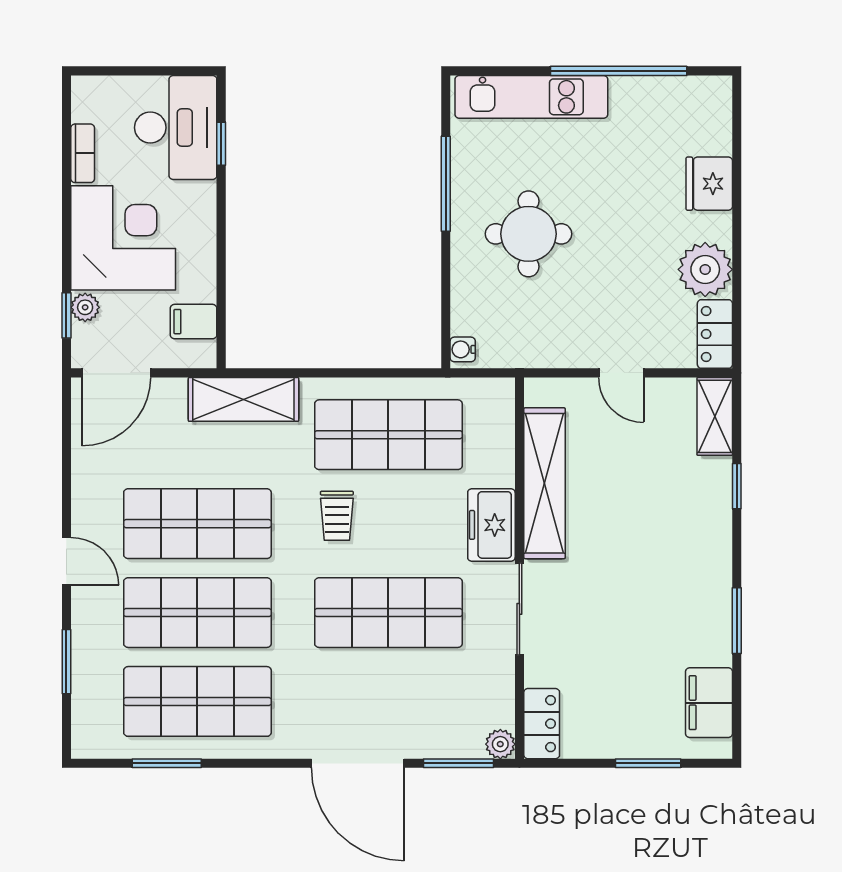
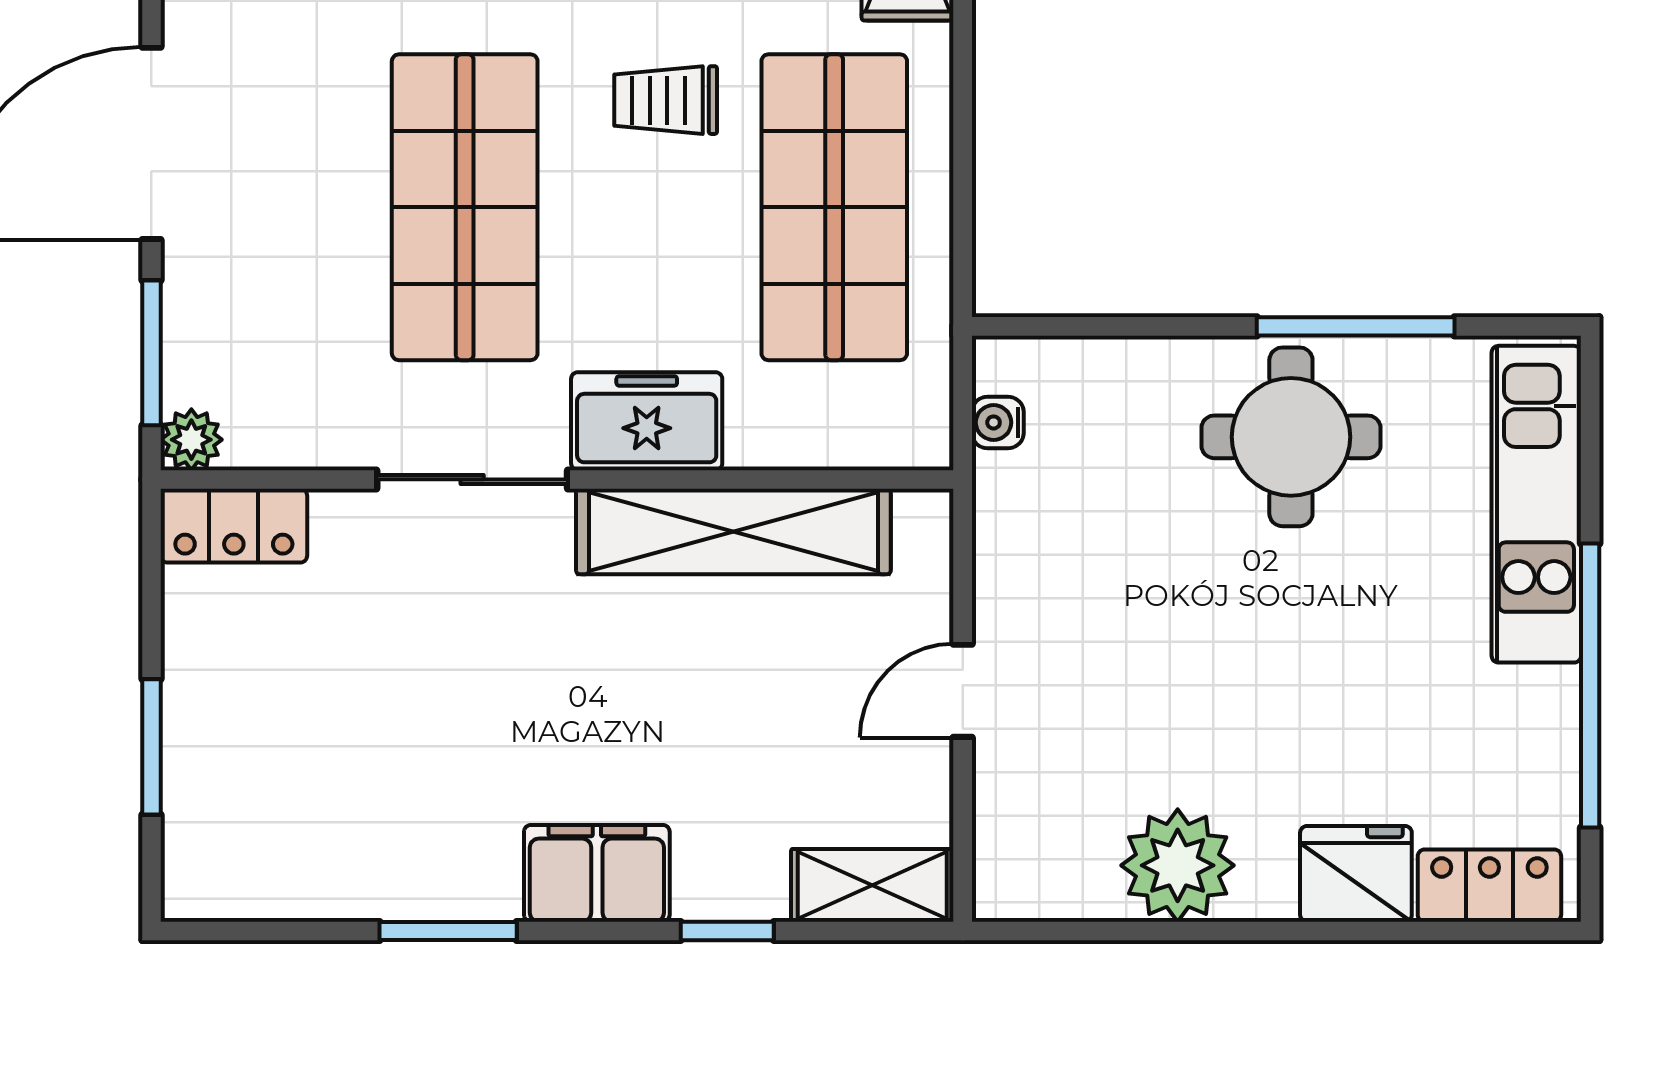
round table: (529, 234) -> (1291, 437), moved
locker: (715, 334) -> (1489, 886), moved
water cooler: (463, 349) -> (998, 422), moved, turned -90
filing cabinet: (709, 703) -> (597, 873), moved

